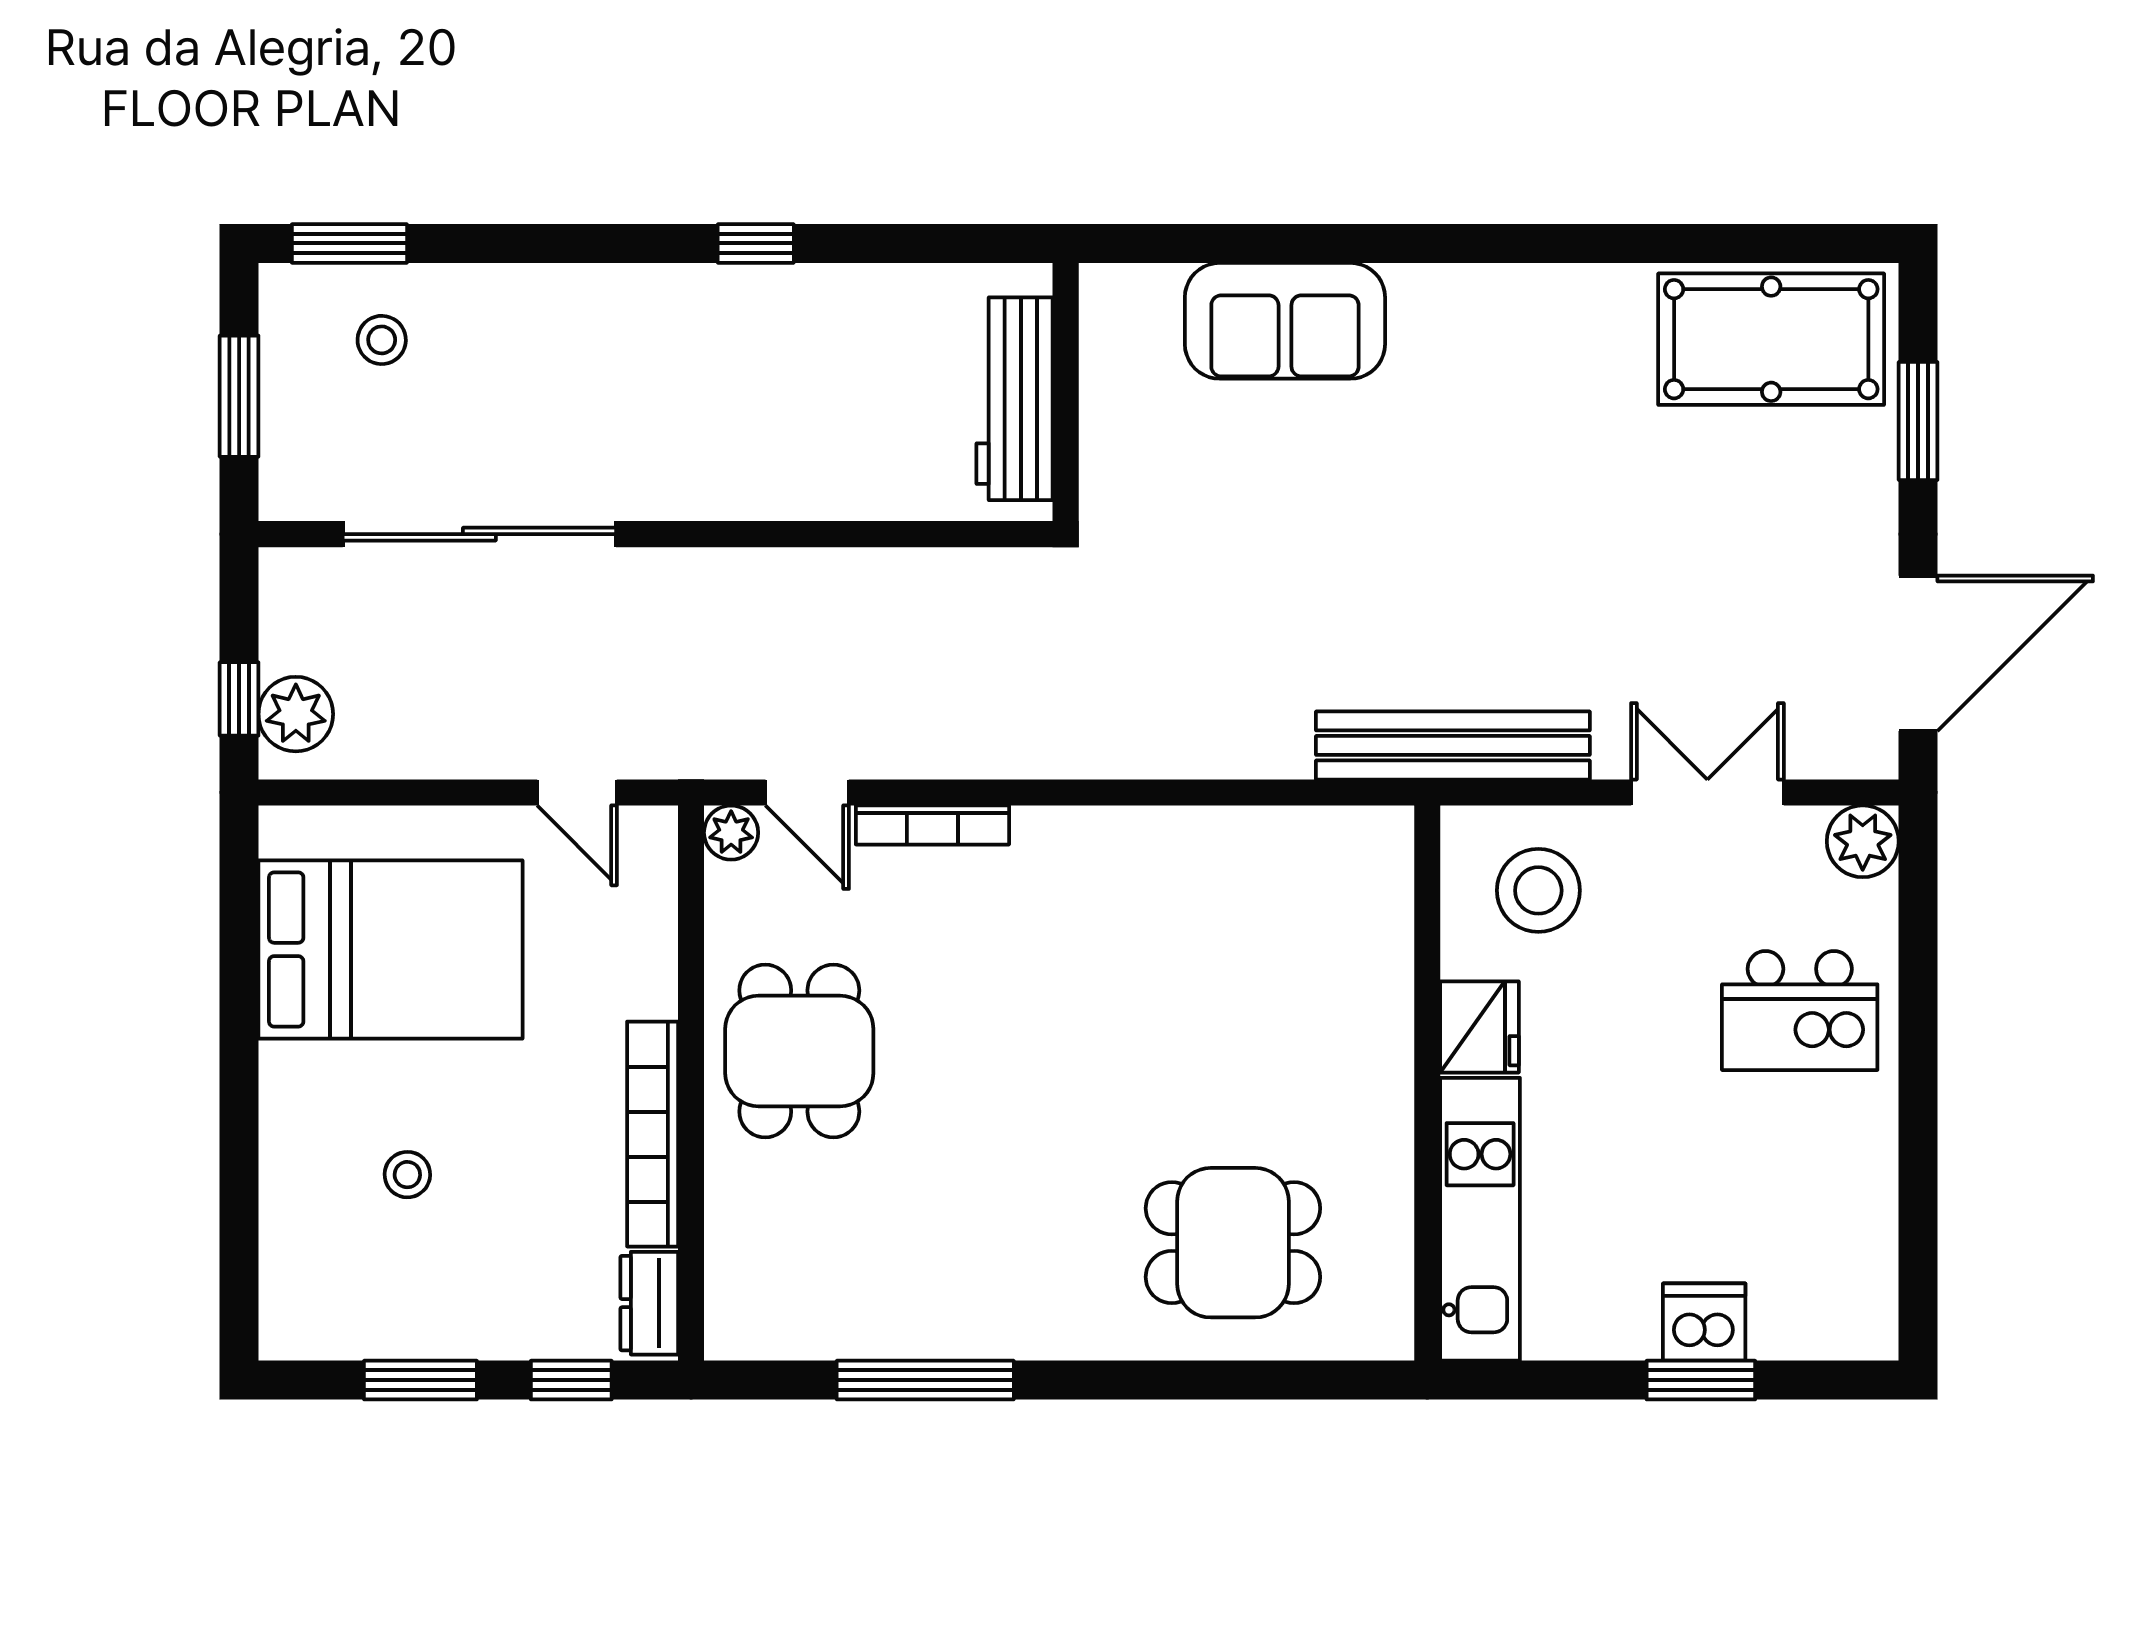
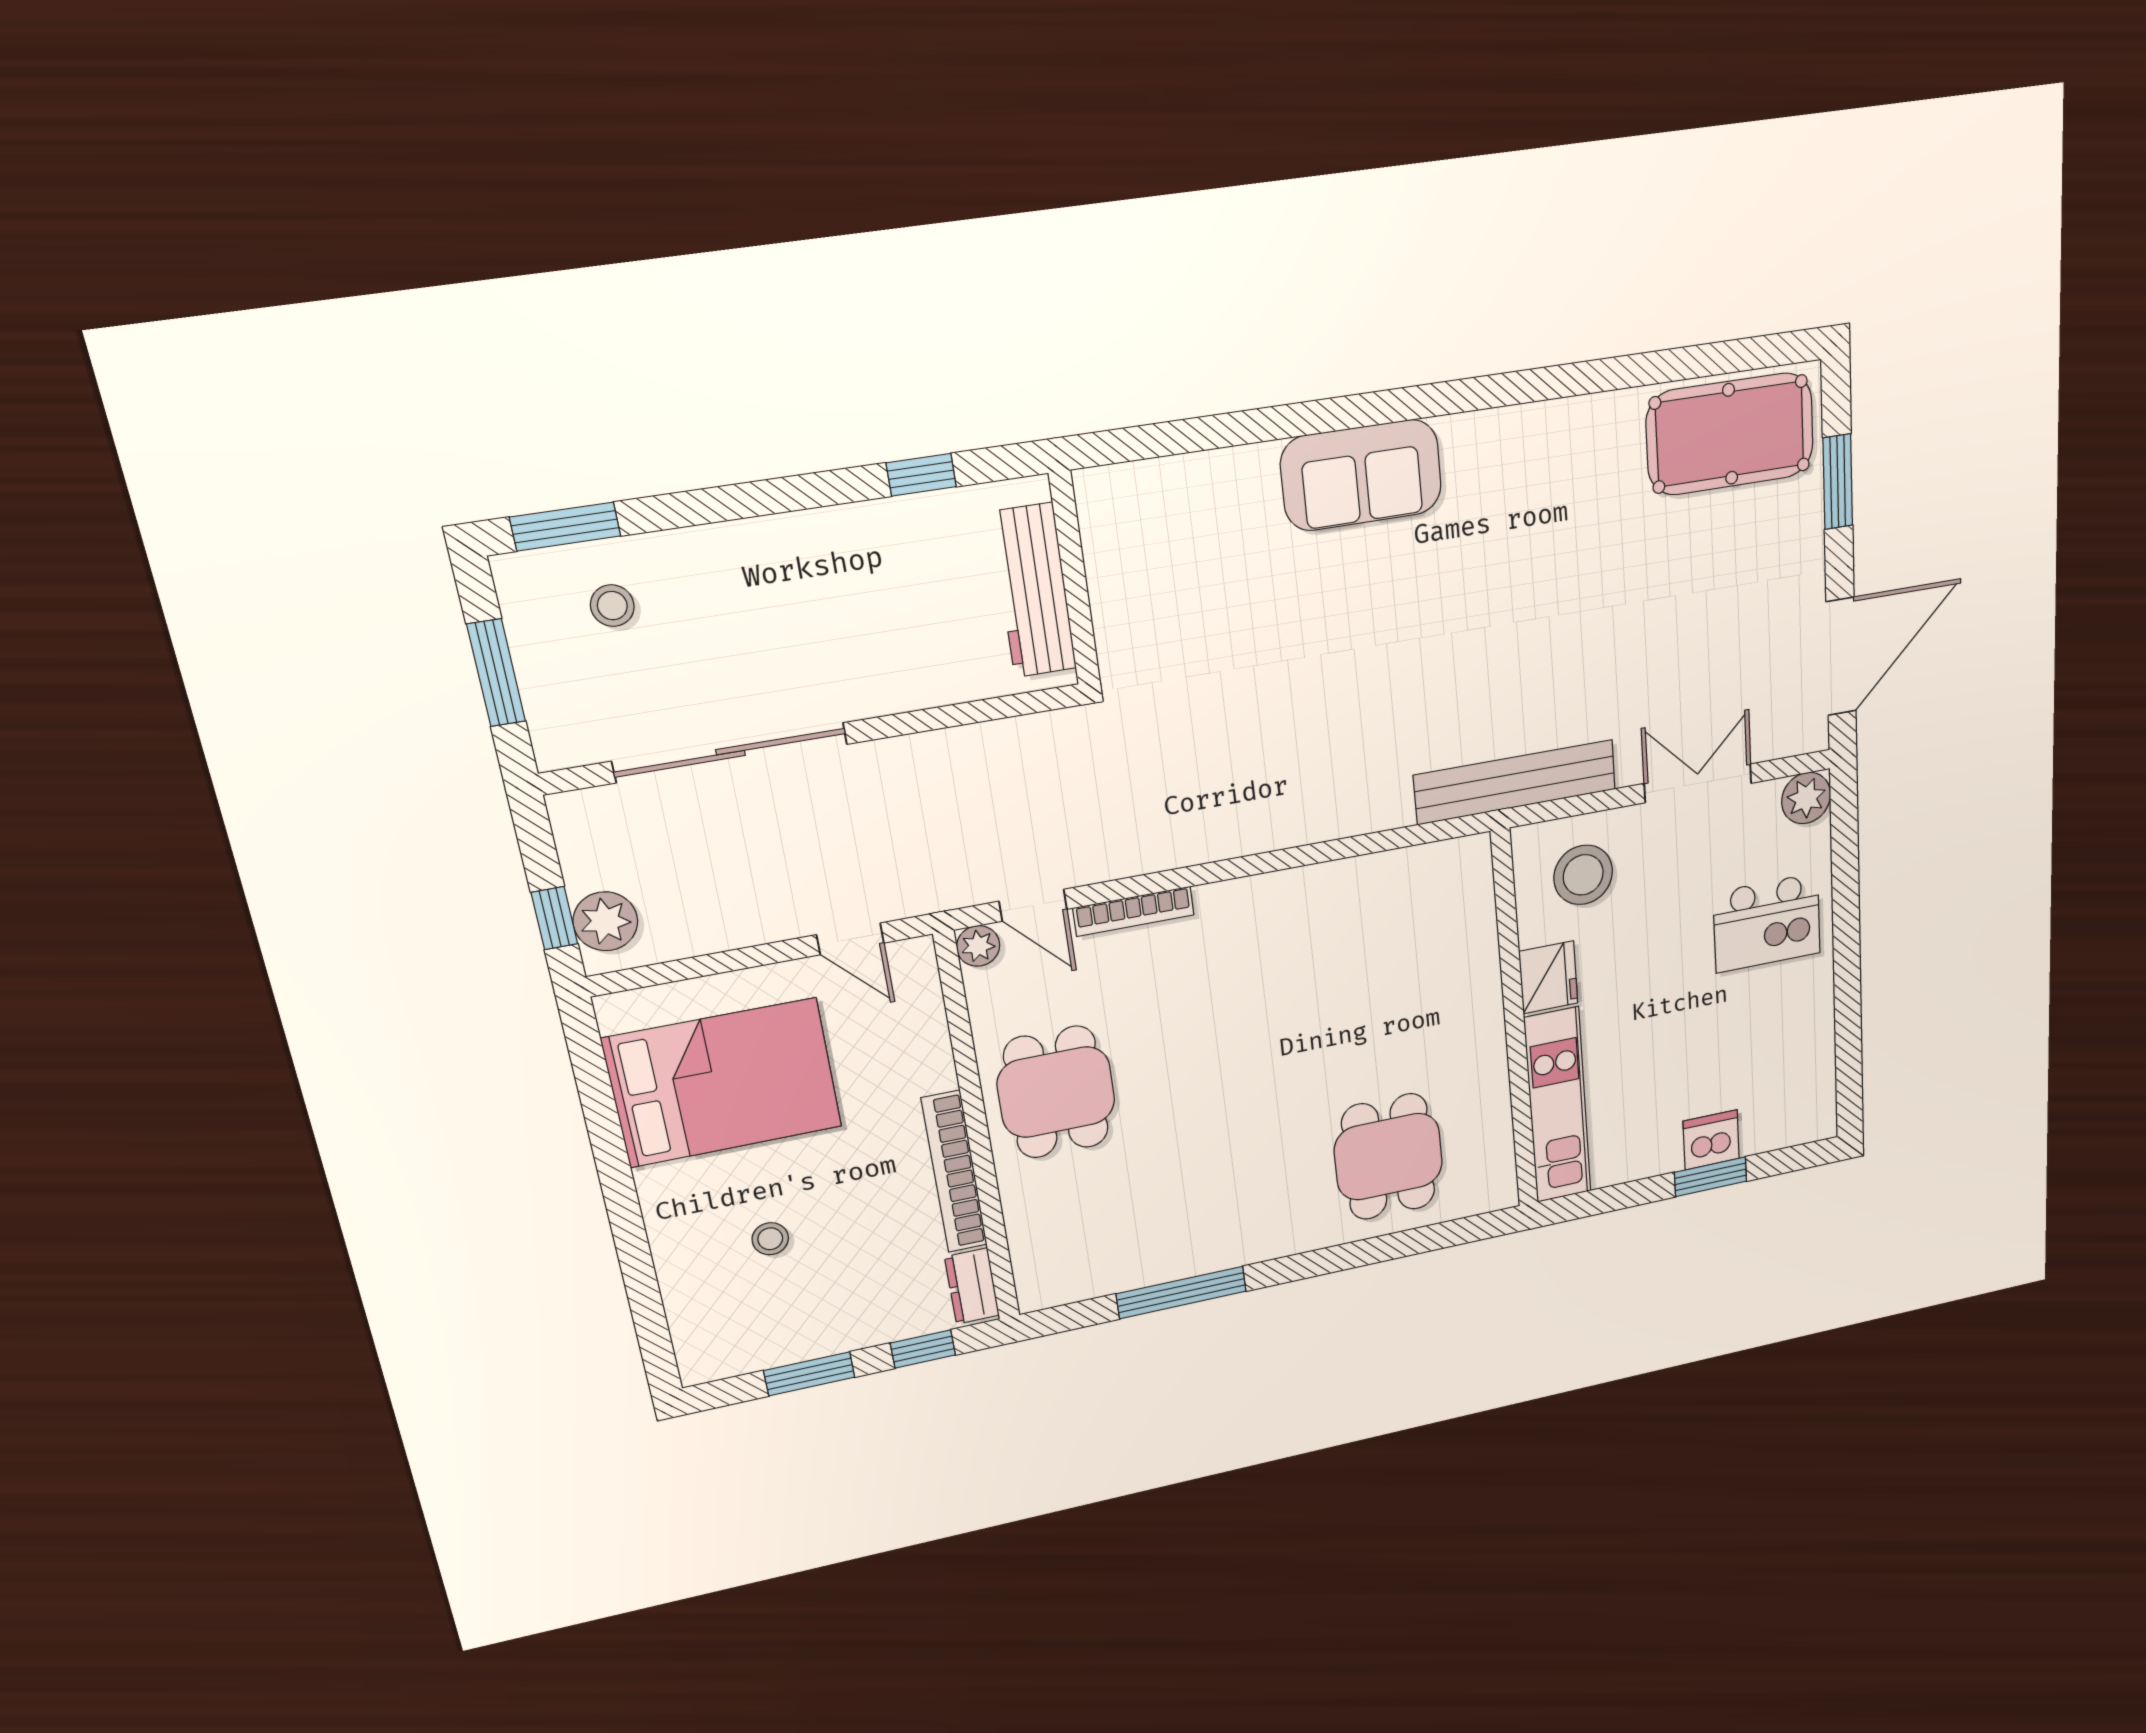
wall: (1066, 392) -> (1074, 579), moved
workbench: (1015, 399) -> (1034, 591), moved
dining table: (1233, 1243) -> (1388, 1157), turned 90

